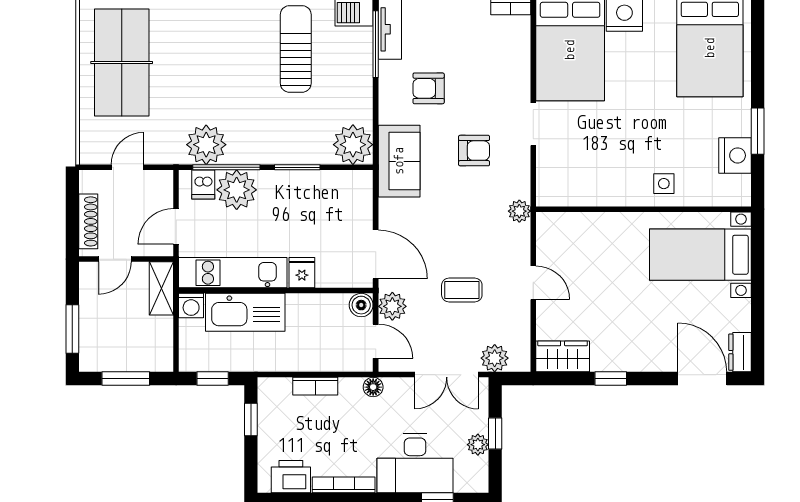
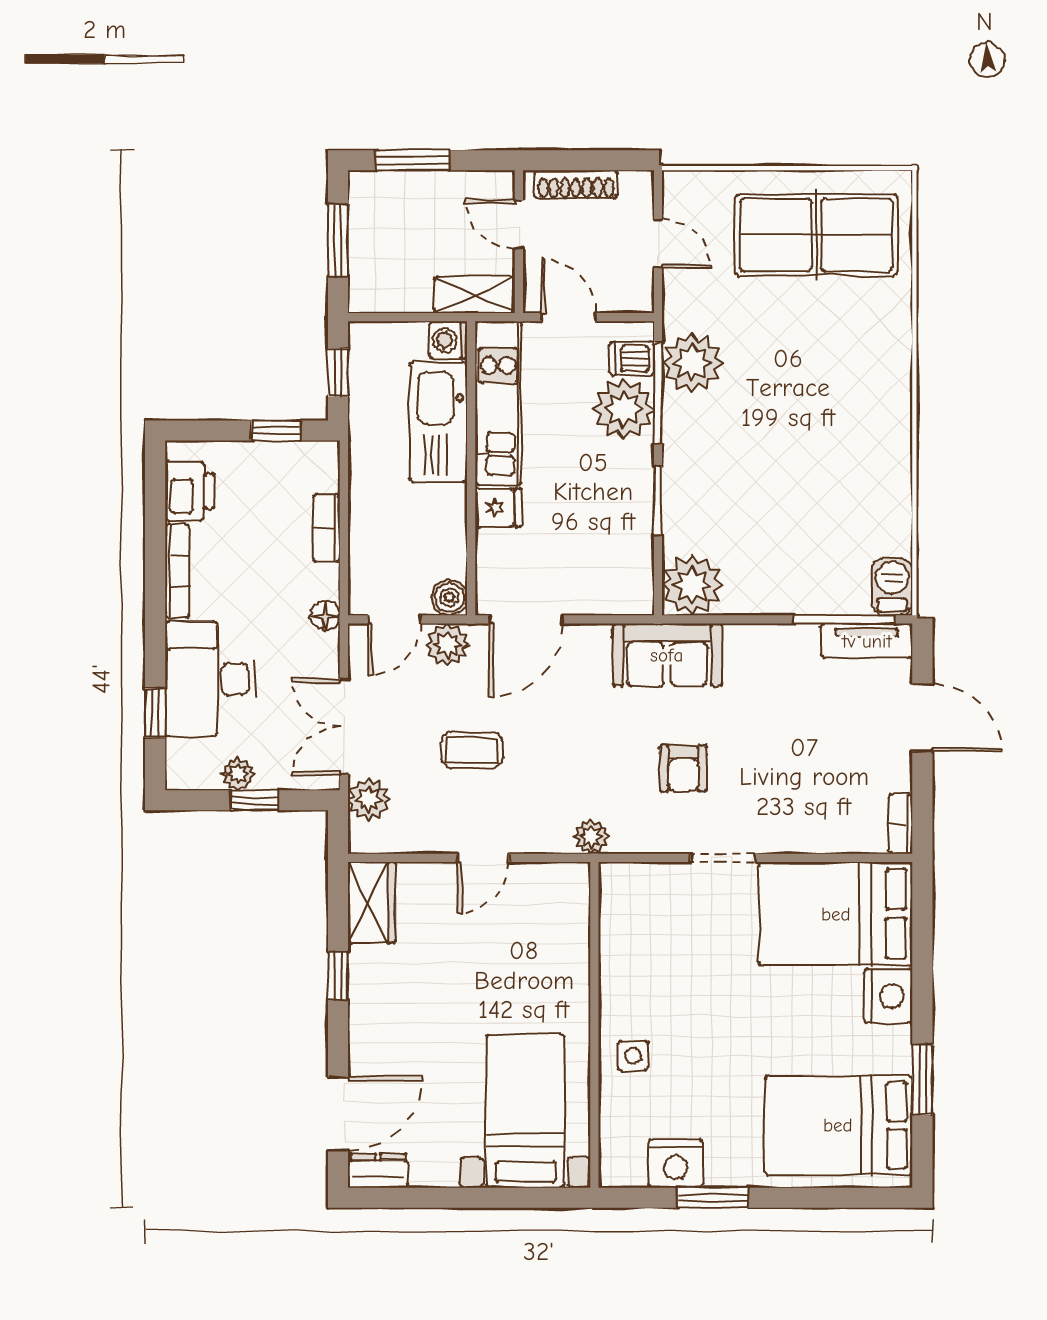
sun lounger: (296, 49) -> (837, 498), removed
armchair: (429, 88) -> (777, 700), removed
coffee table: (462, 290) -> (472, 750), turned 90

